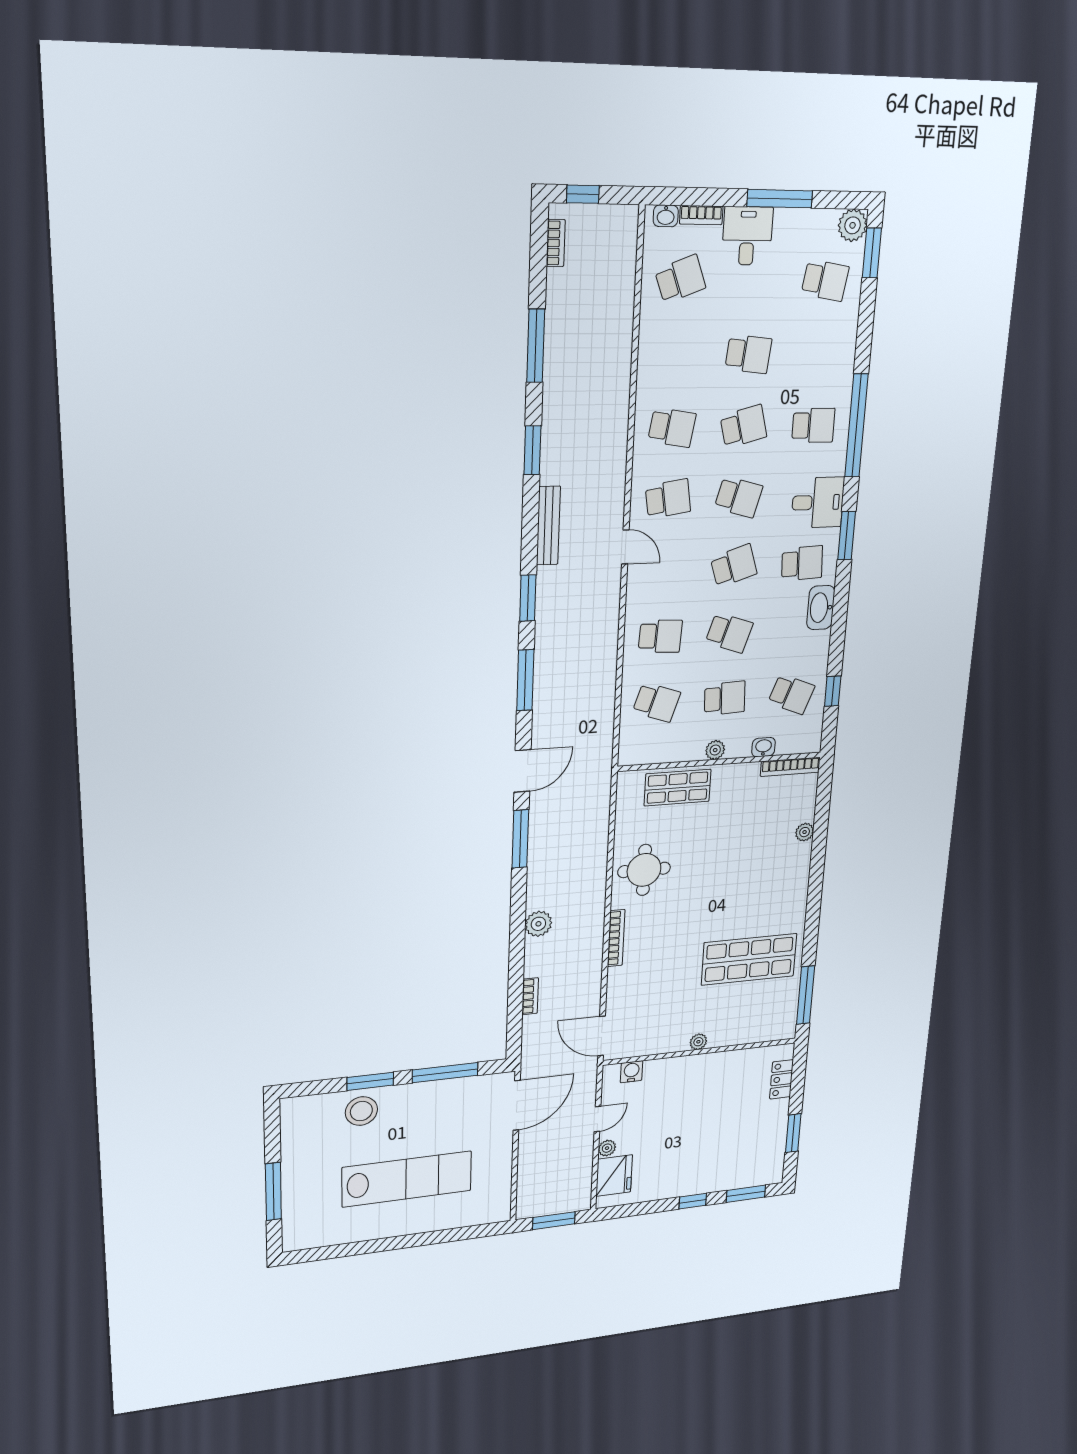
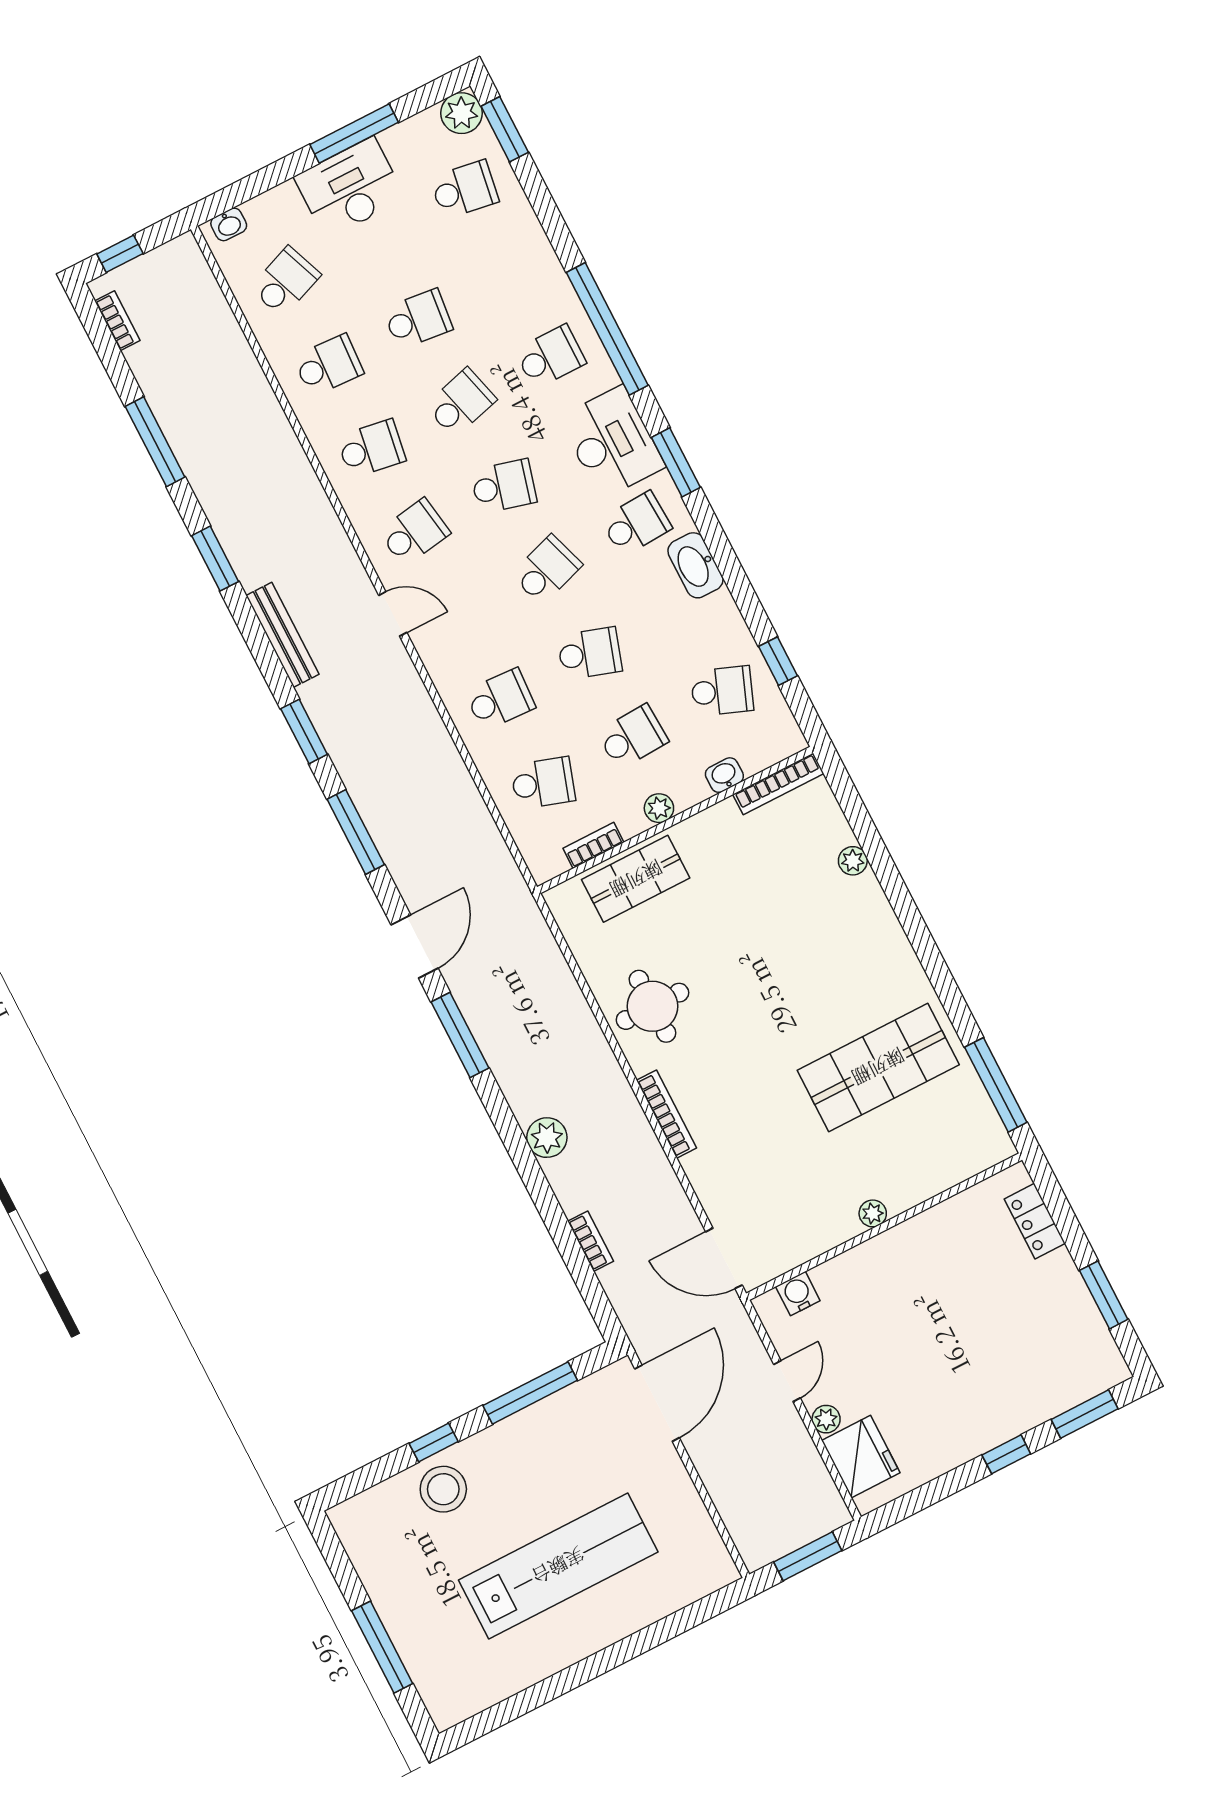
bookcase: (701, 215) -> (593, 845), moved, turned 180
desk: (747, 236) -> (350, 188), width x1.37
school desk: (676, 354) -> (328, 365), added
desk: (818, 502) -> (612, 442), width x1.37
window: (370, 1081) -> (434, 1443), width x0.67

